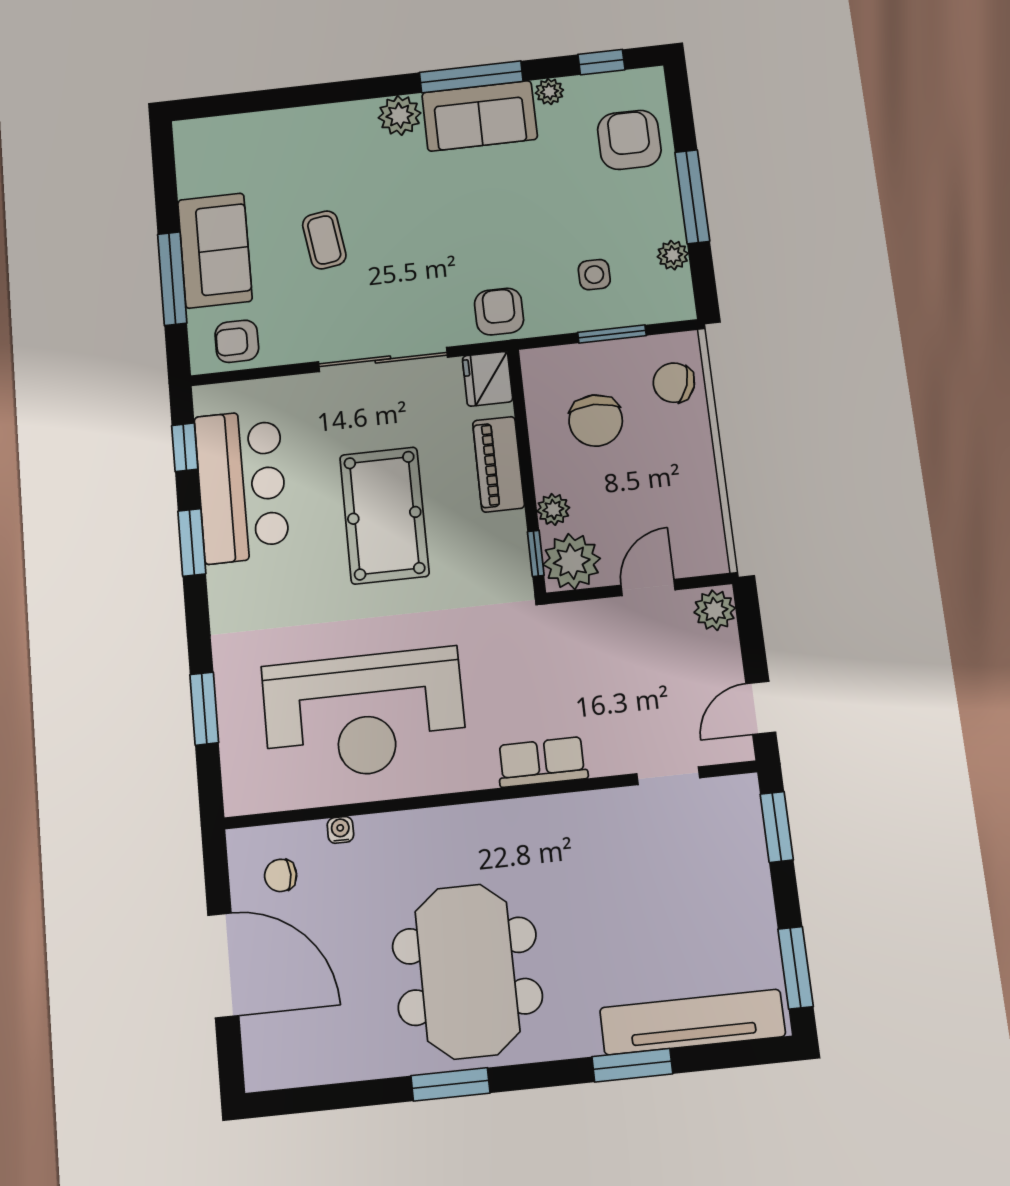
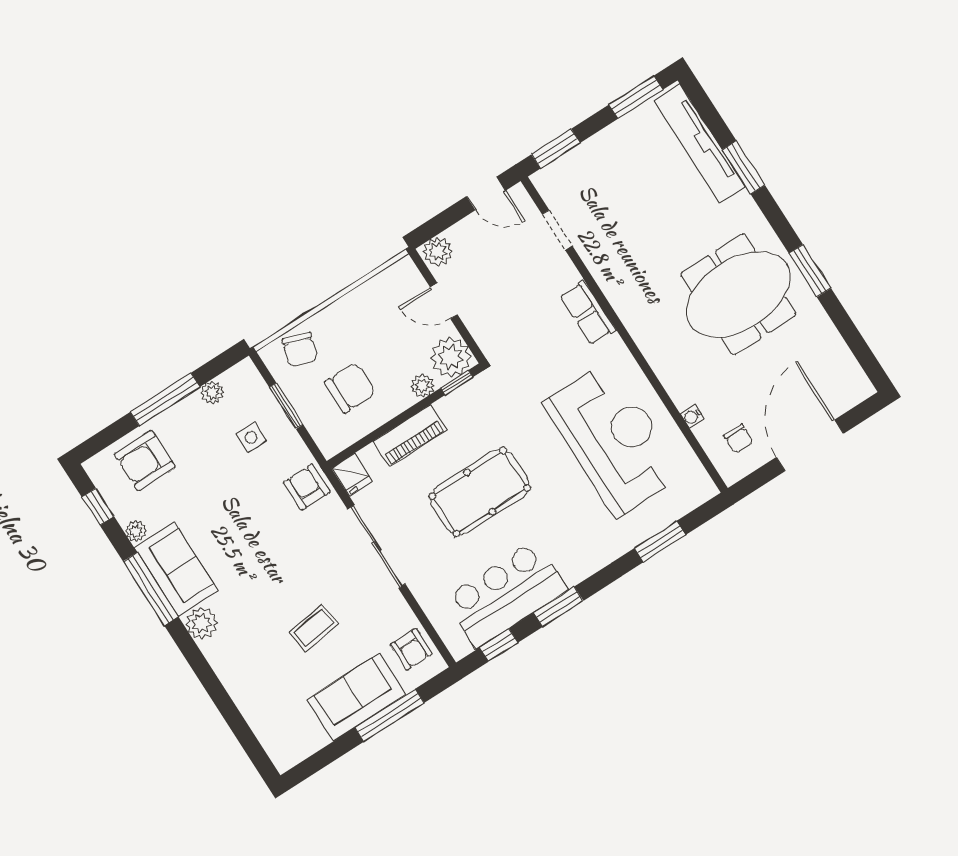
armchair: (499, 312) -> (307, 487), turned 90
fridge: (487, 379) -> (352, 475), width x0.72

